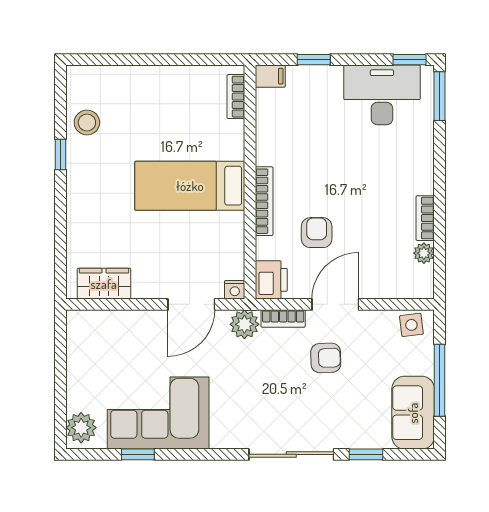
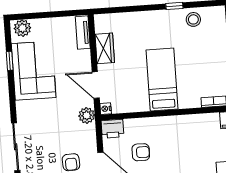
bookcase: (264, 201) -> (156, 122), removed
wardrobe: (104, 284) -> (105, 48), moved
bookcase: (283, 319) -> (91, 137), removed
tv unit: (96, 321) -> (83, 33), added

